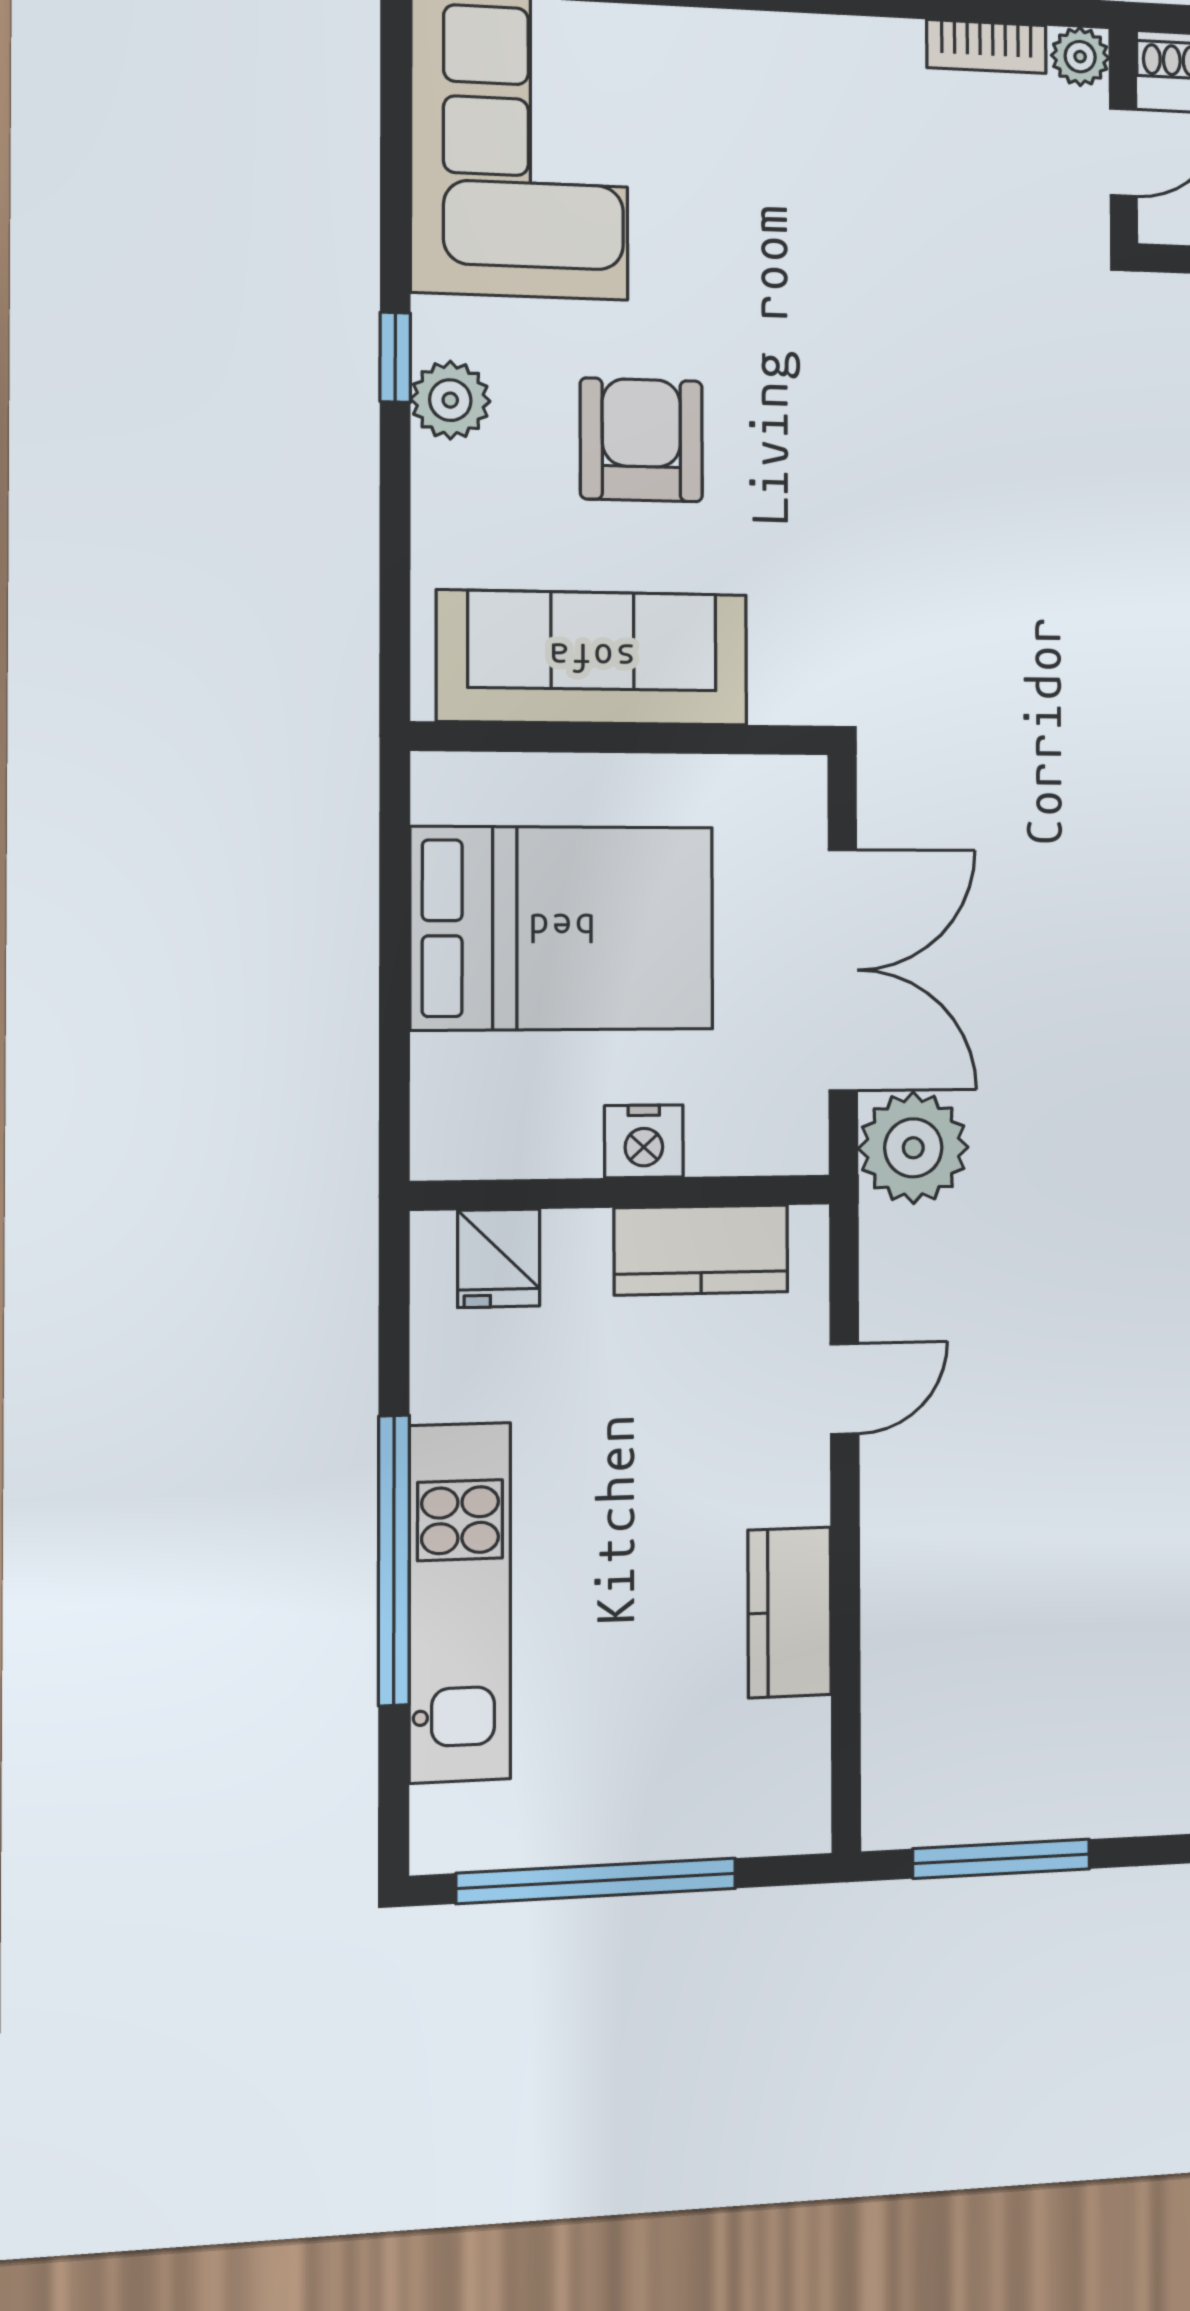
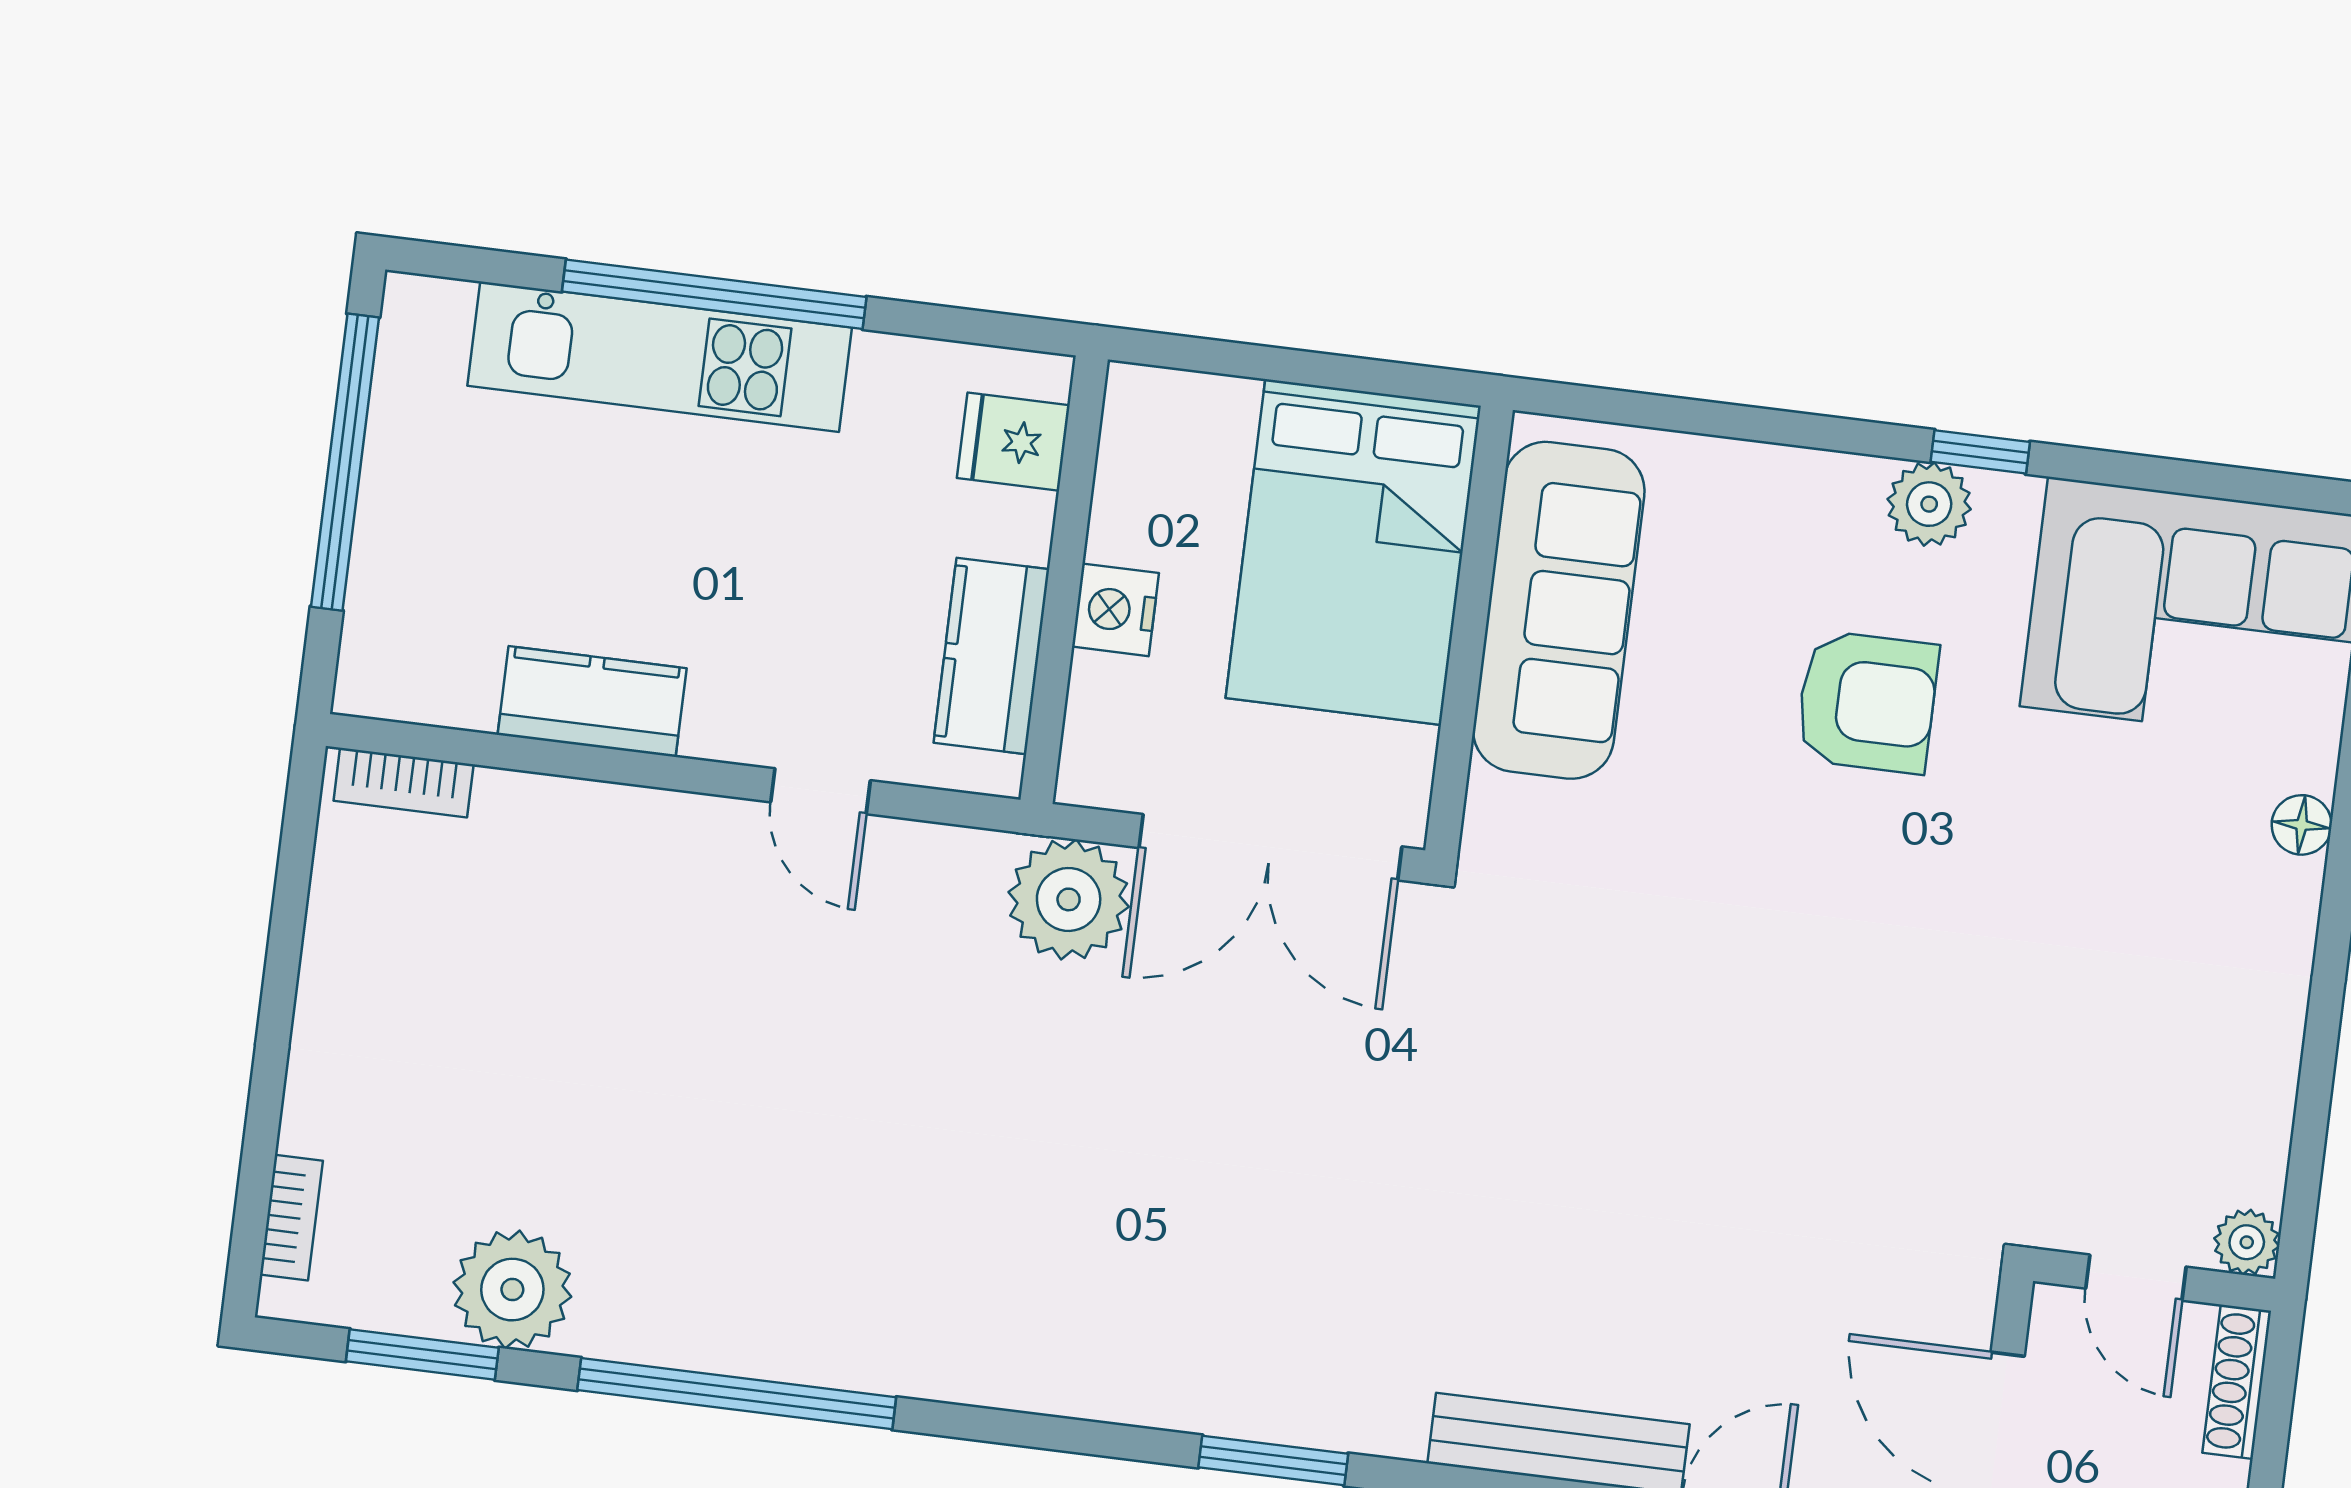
floor lamp: (703, 35) -> (2302, 825), added
bookcase: (986, 47) -> (404, 783), moved, turned -90
sofa: (592, 658) -> (1559, 610), moved
wall: (621, 738) -> (1469, 630), moved
window: (1001, 1859) -> (291, 897), removed

